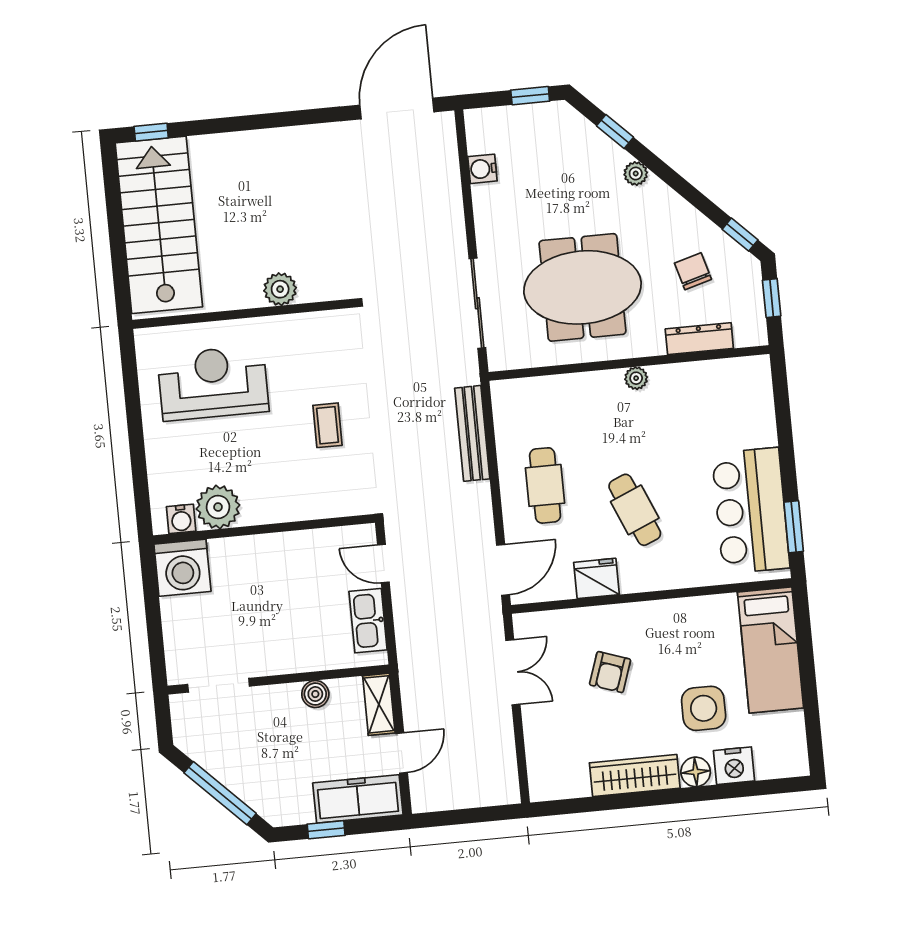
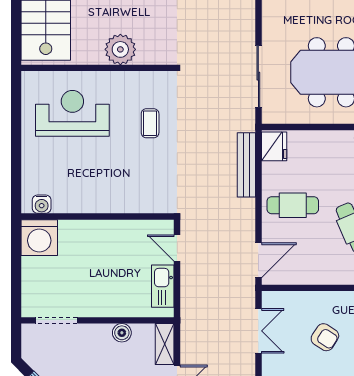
plant: (280, 289) -> (120, 49), width x1.36, depth x1.36
coffee table: (328, 425) -> (150, 123), moved
cafe table: (545, 485) -> (293, 205), turned 90
plant: (218, 507) -> (68, 198), removed
fridge: (597, 578) -> (274, 146), moved, turned 90
armchair: (610, 672) -> (325, 337), turned -76

